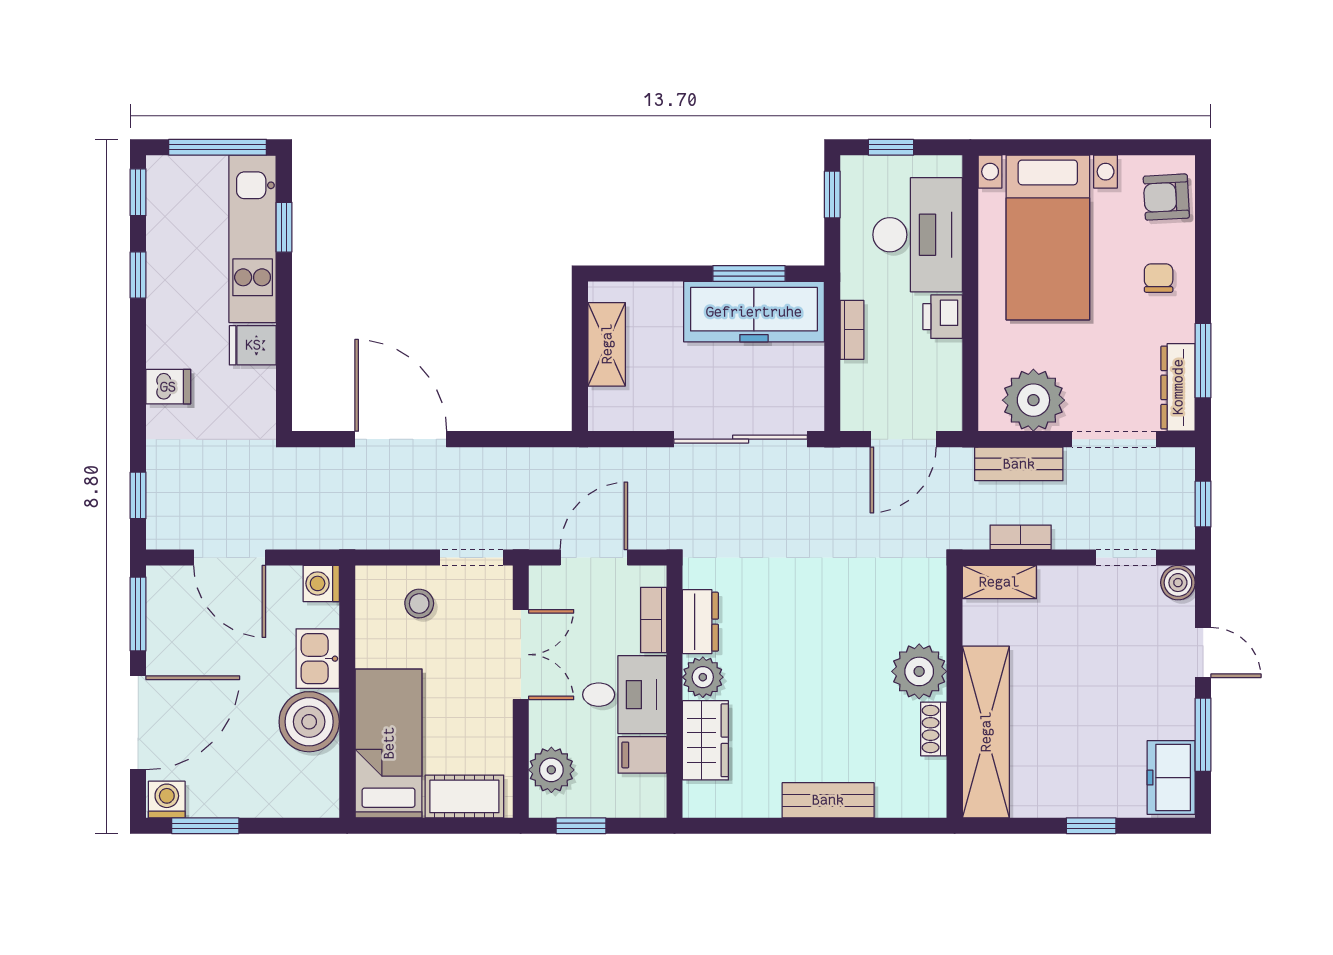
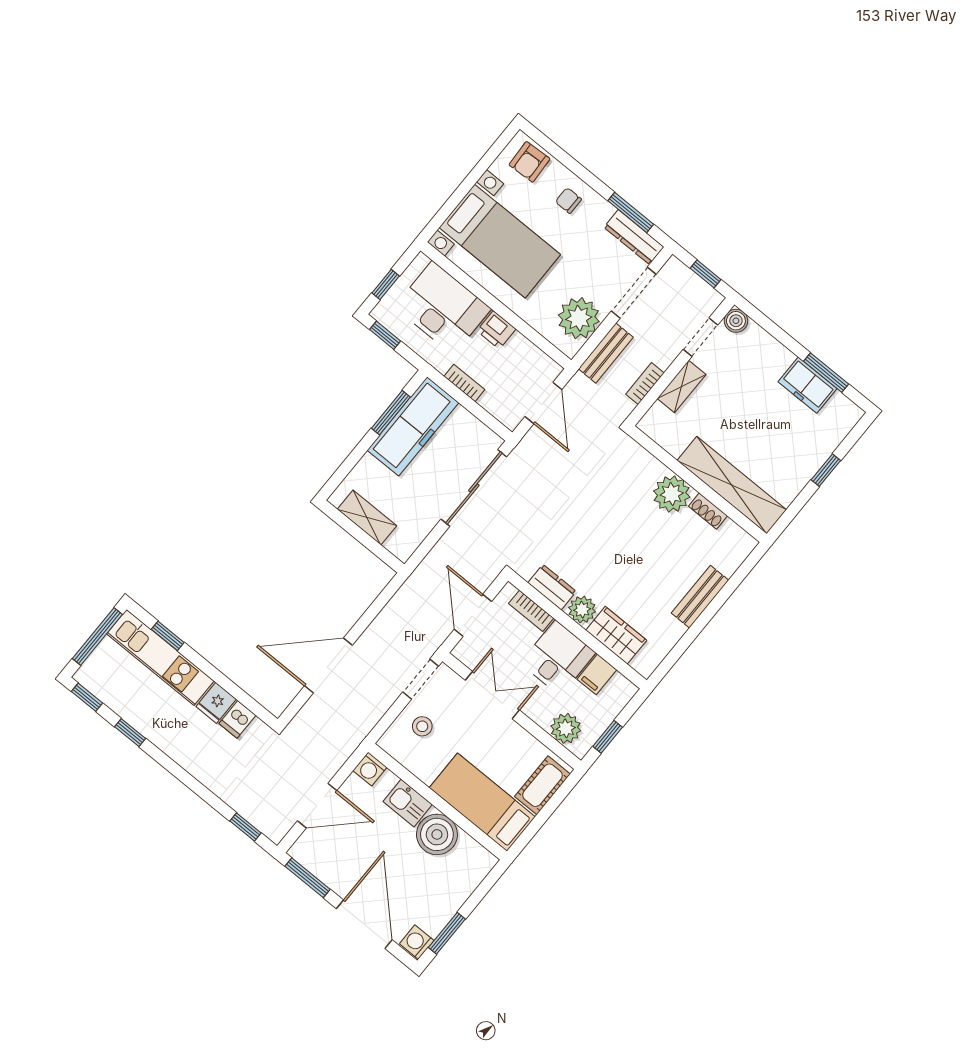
dishwasher: (168, 387) -> (237, 719), moved, turned 180
shelving: (999, 582) -> (682, 386), moved
door: (1203, 652) -> (783, 337), removed
freezer: (1171, 778) -> (807, 385), moved

